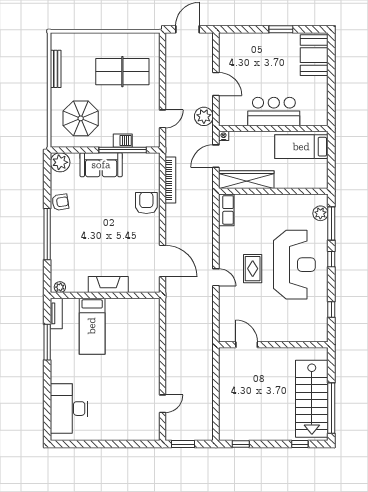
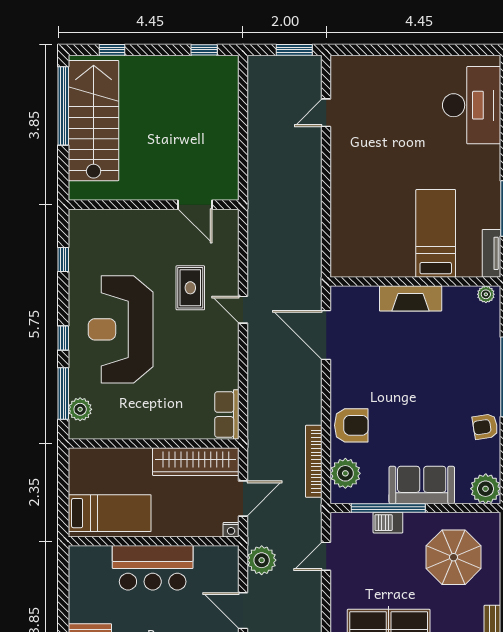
plant: (150, 172) -> (345, 473), added
armchair: (146, 203) -> (351, 425), turned -90
rug: (253, 269) -> (190, 288), moved

